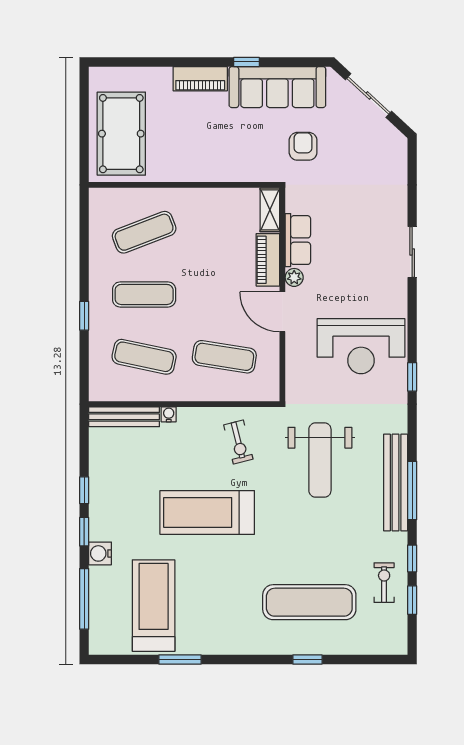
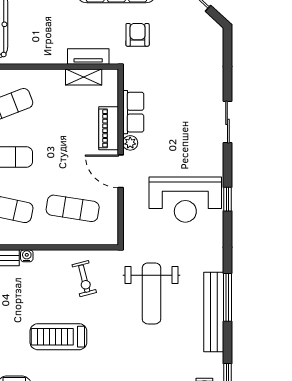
tv unit: (243, 173) -> (88, 56), added
shelving: (270, 210) -> (84, 77), moved, turned 90
window: (412, 377) -> (227, 199), moved
window: (412, 490) -> (227, 297), moved
treadmill: (207, 512) -> (58, 337), width x0.73, depth x0.73

